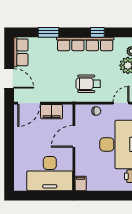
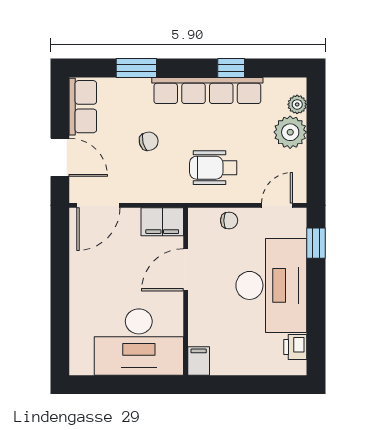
chair: (55, 70) -> (149, 141), added
filing cabinet: (52, 112) -> (162, 222), moved

